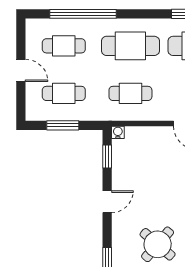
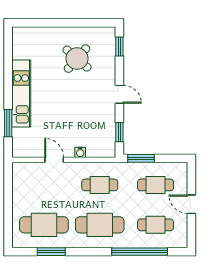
window: (63, 125) -> (141, 158), moved
water cooler: (118, 132) -> (80, 152), moved
door: (107, 202) -> (119, 94), swing flipped

